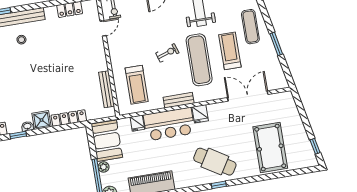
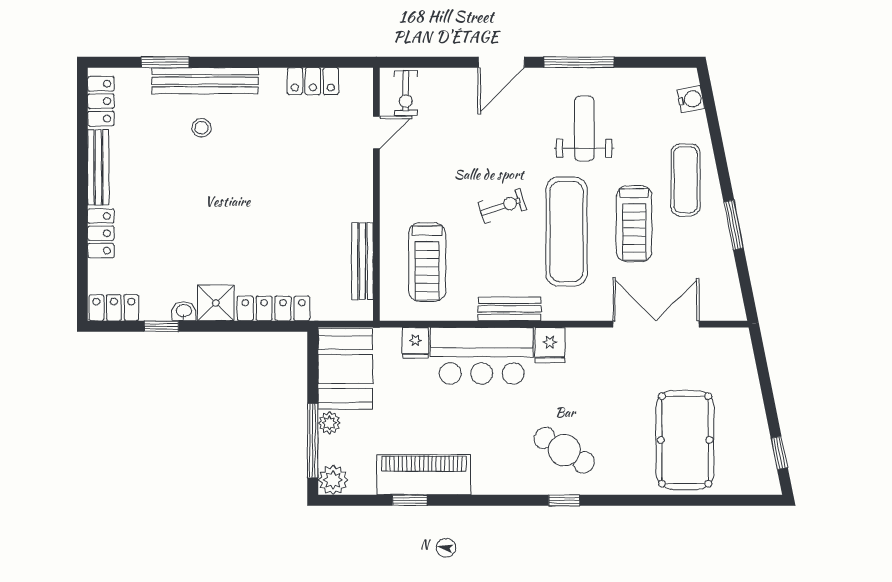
treadmill: (230, 51) -> (634, 224), turned 180
cafe table: (215, 162) -> (564, 450), width x0.73, depth x0.74

